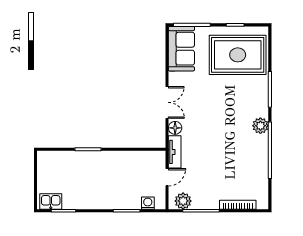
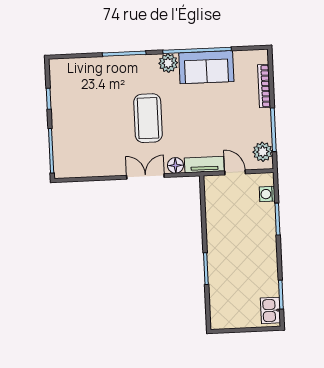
sofa: (181, 49) -> (206, 67), moved, turned 180
rug: (238, 55) -> (85, 94), removed
coffee table: (215, 107) -> (148, 118), added

